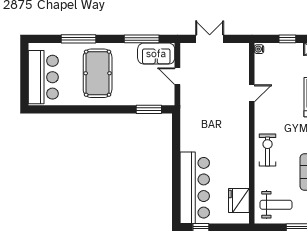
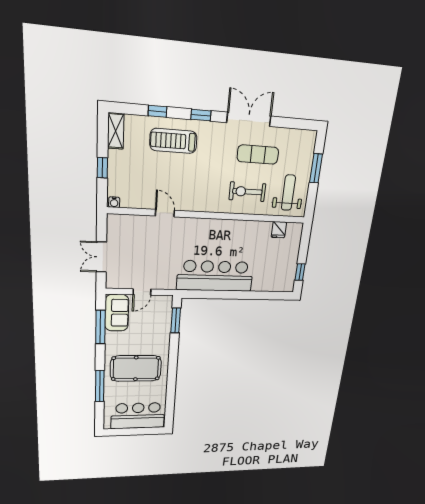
exercise bike: (268, 150) -> (247, 192), moved
bar counter: (195, 188) -> (215, 276), moved
fridge: (239, 200) -> (279, 230), width x0.53, depth x0.75

